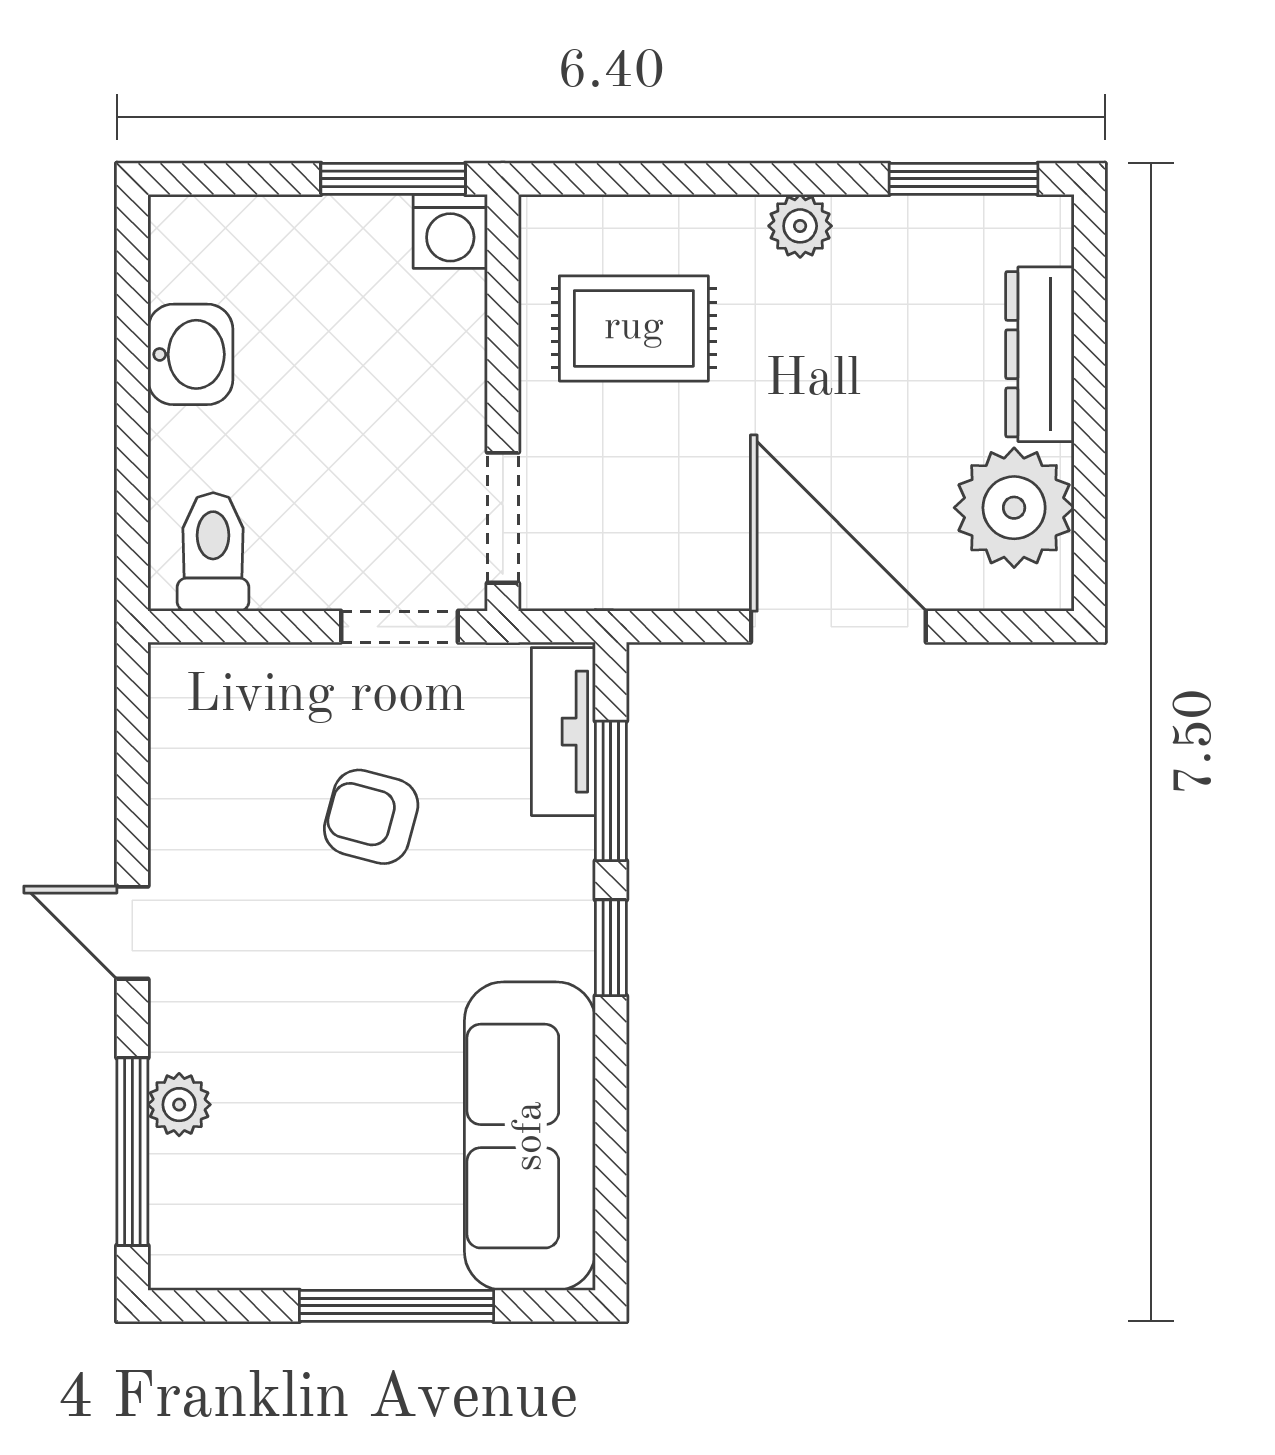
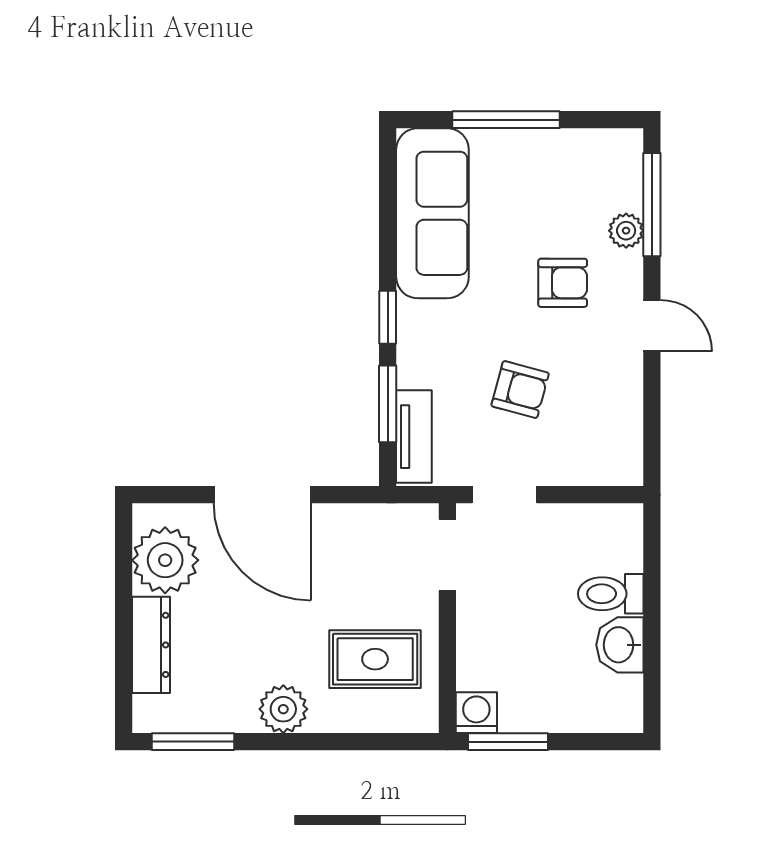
plant: (800, 226) -> (283, 709), width x1.38, depth x1.38
toilet: (213, 552) -> (611, 594), moved, turned 90
armchair: (294, 1010) -> (563, 283), added

